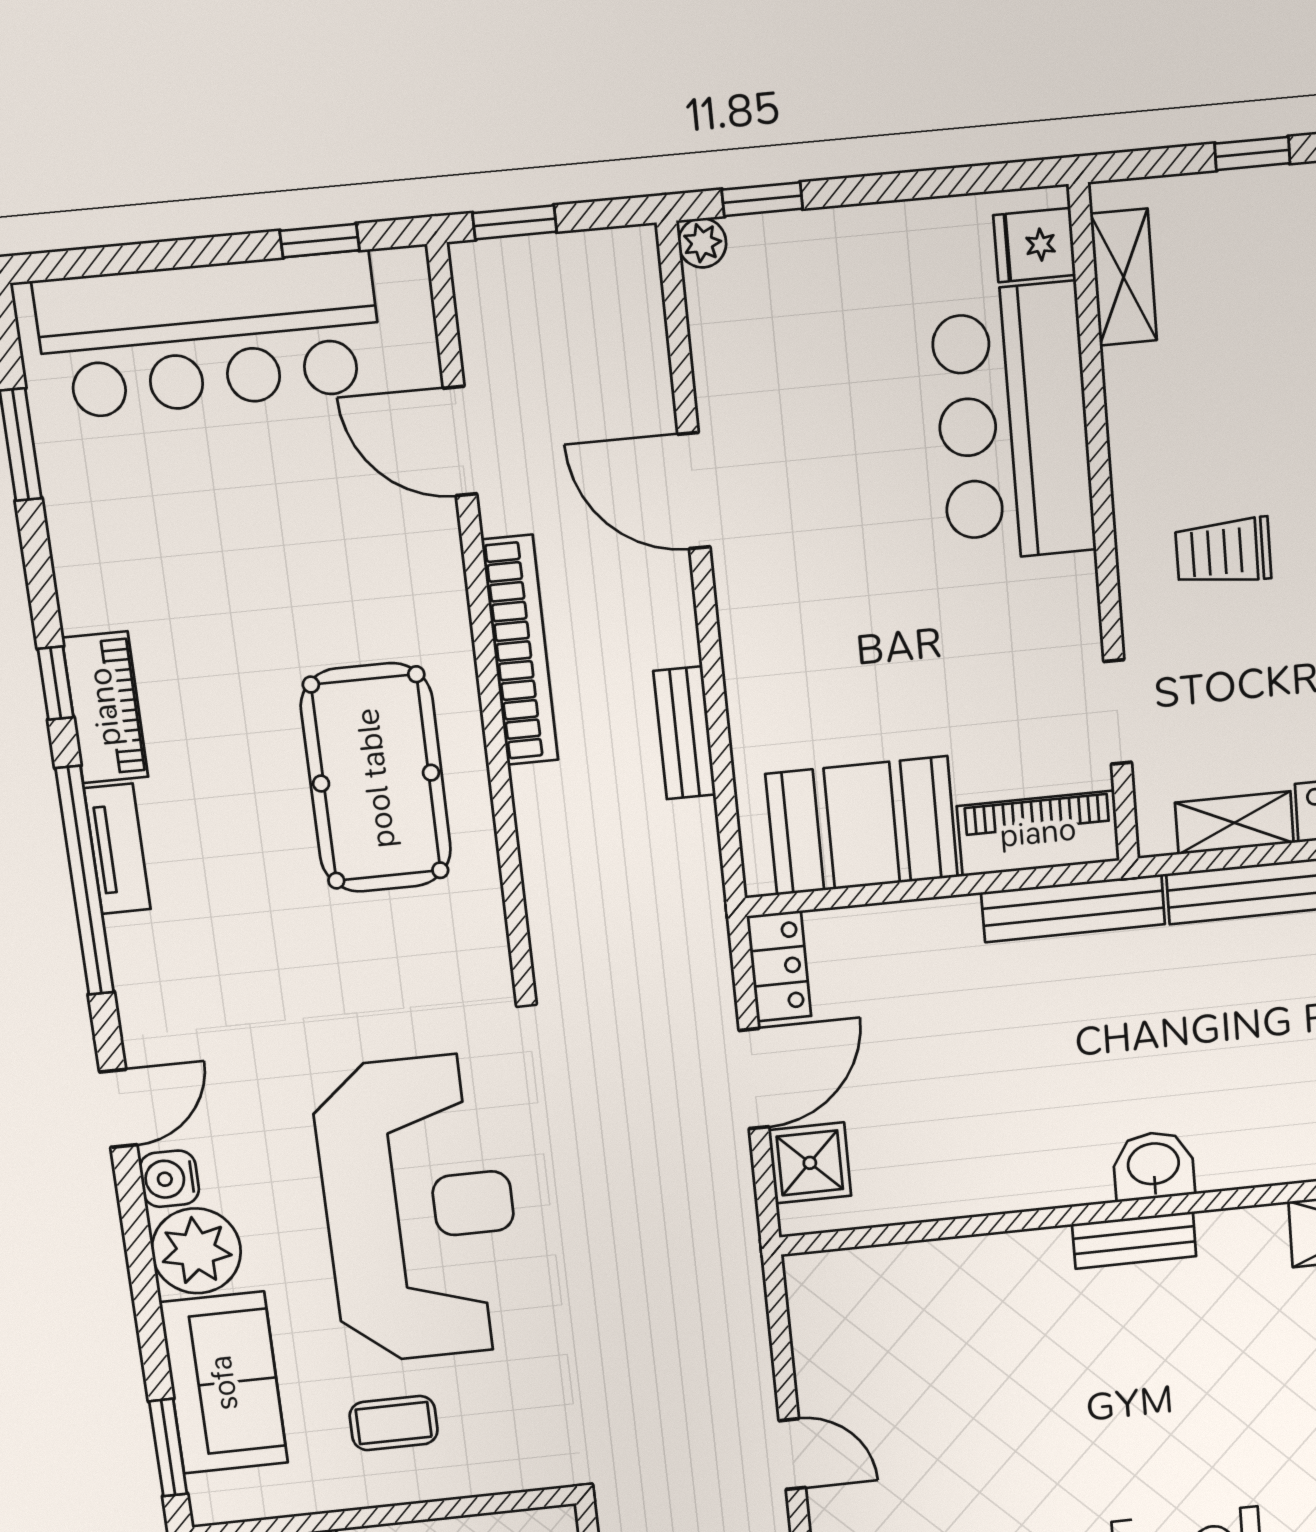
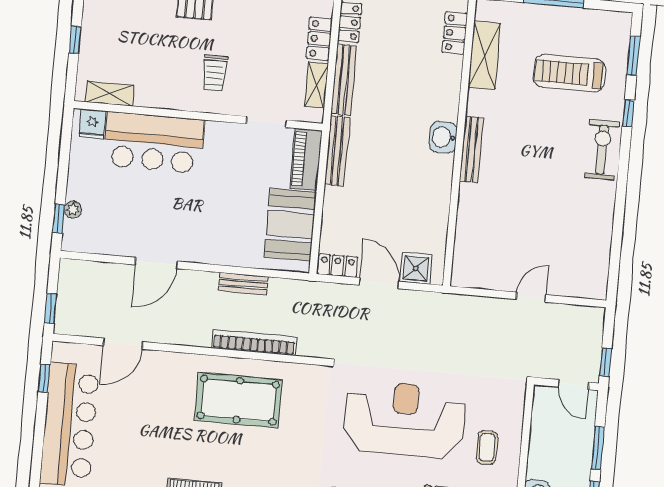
plant: (702, 243) -> (73, 210), moved
bookcase: (520, 650) -> (254, 342), moved
bench: (1134, 1240) -> (471, 150), width x1.36

